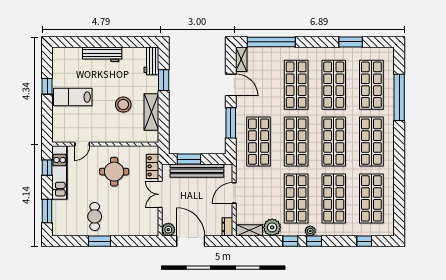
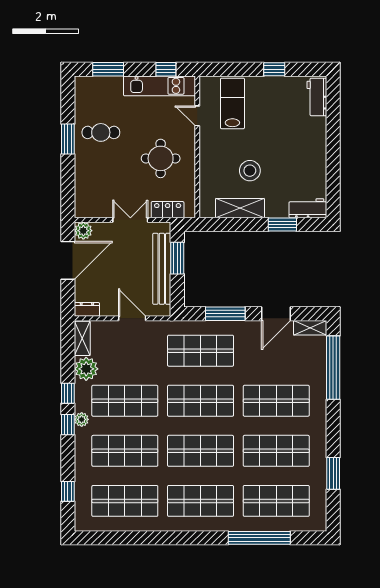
workbench: (102, 54) -> (317, 97), moved, width x0.73
lab bench: (73, 97) -> (232, 103), moved

